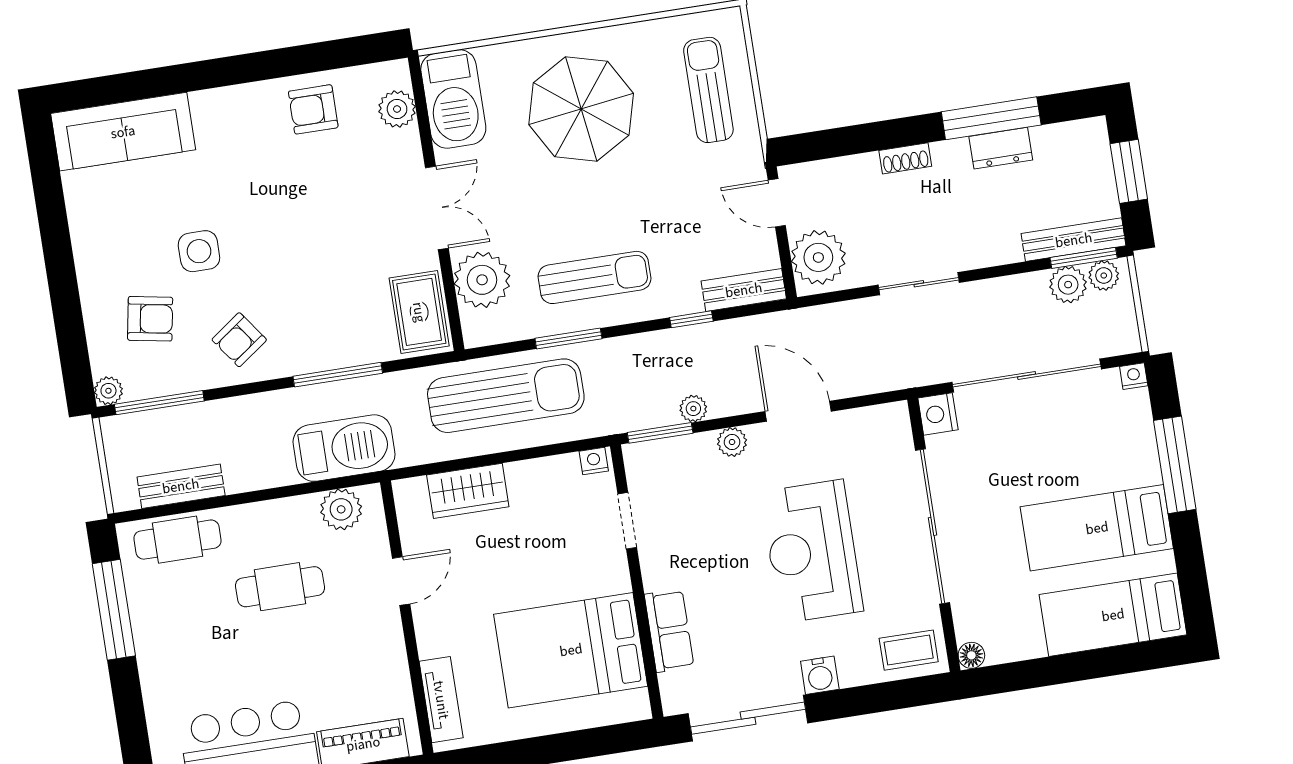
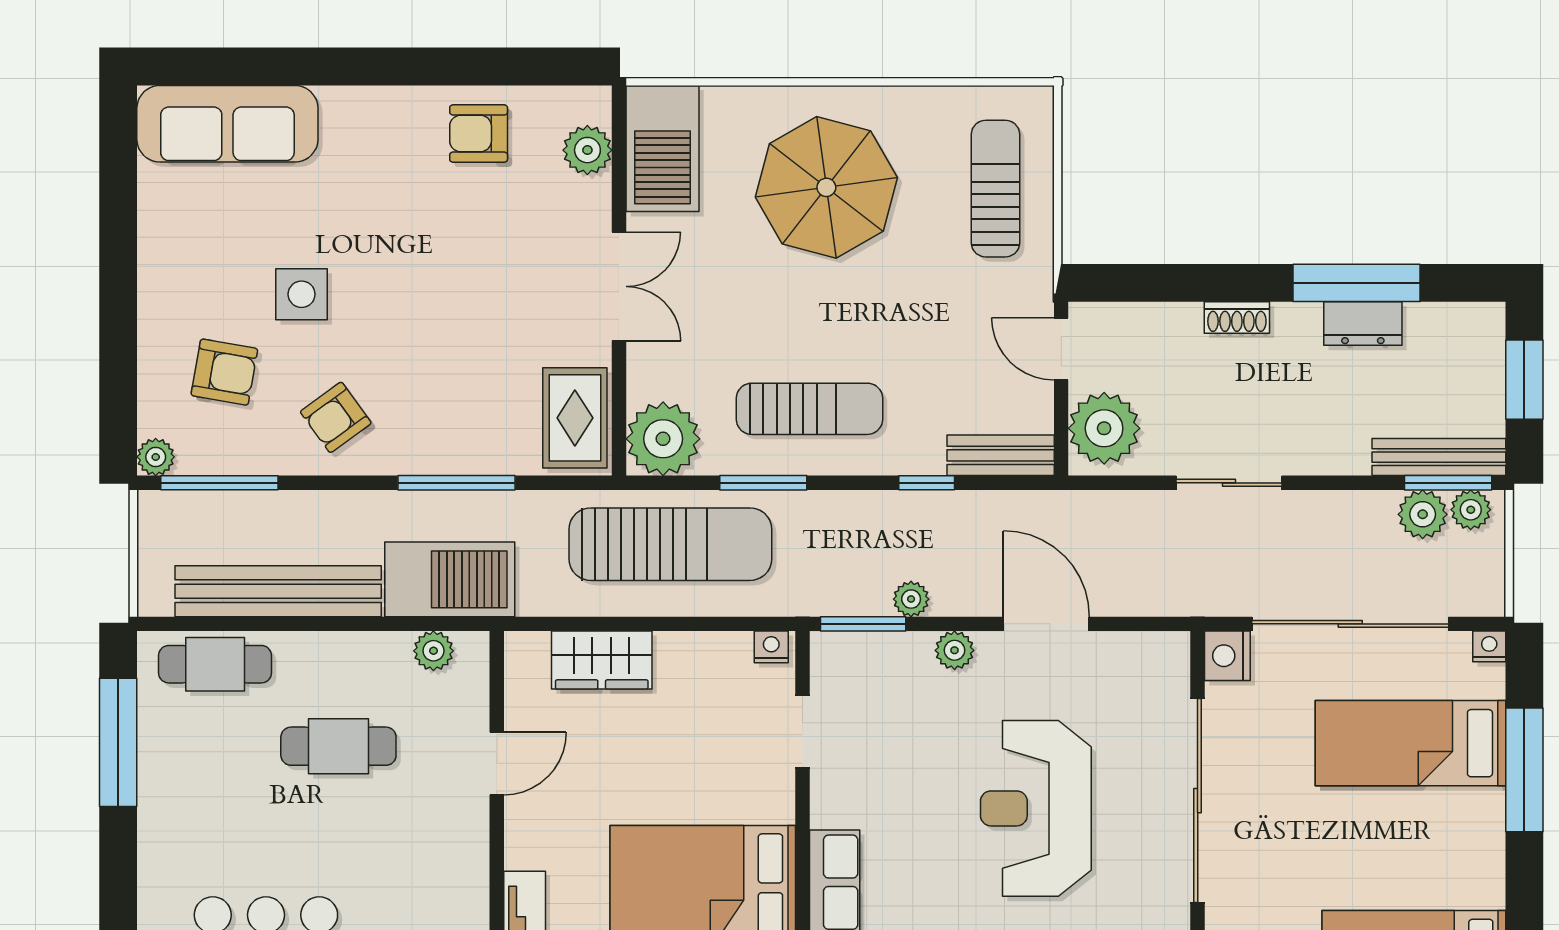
plant: (482, 280) -> (663, 439), moved
bench: (181, 486) -> (278, 591), width x1.86, depth x1.21
plant: (341, 509) -> (433, 651), width x0.73, depth x0.73
bed: (1097, 528) -> (1410, 743), moved

